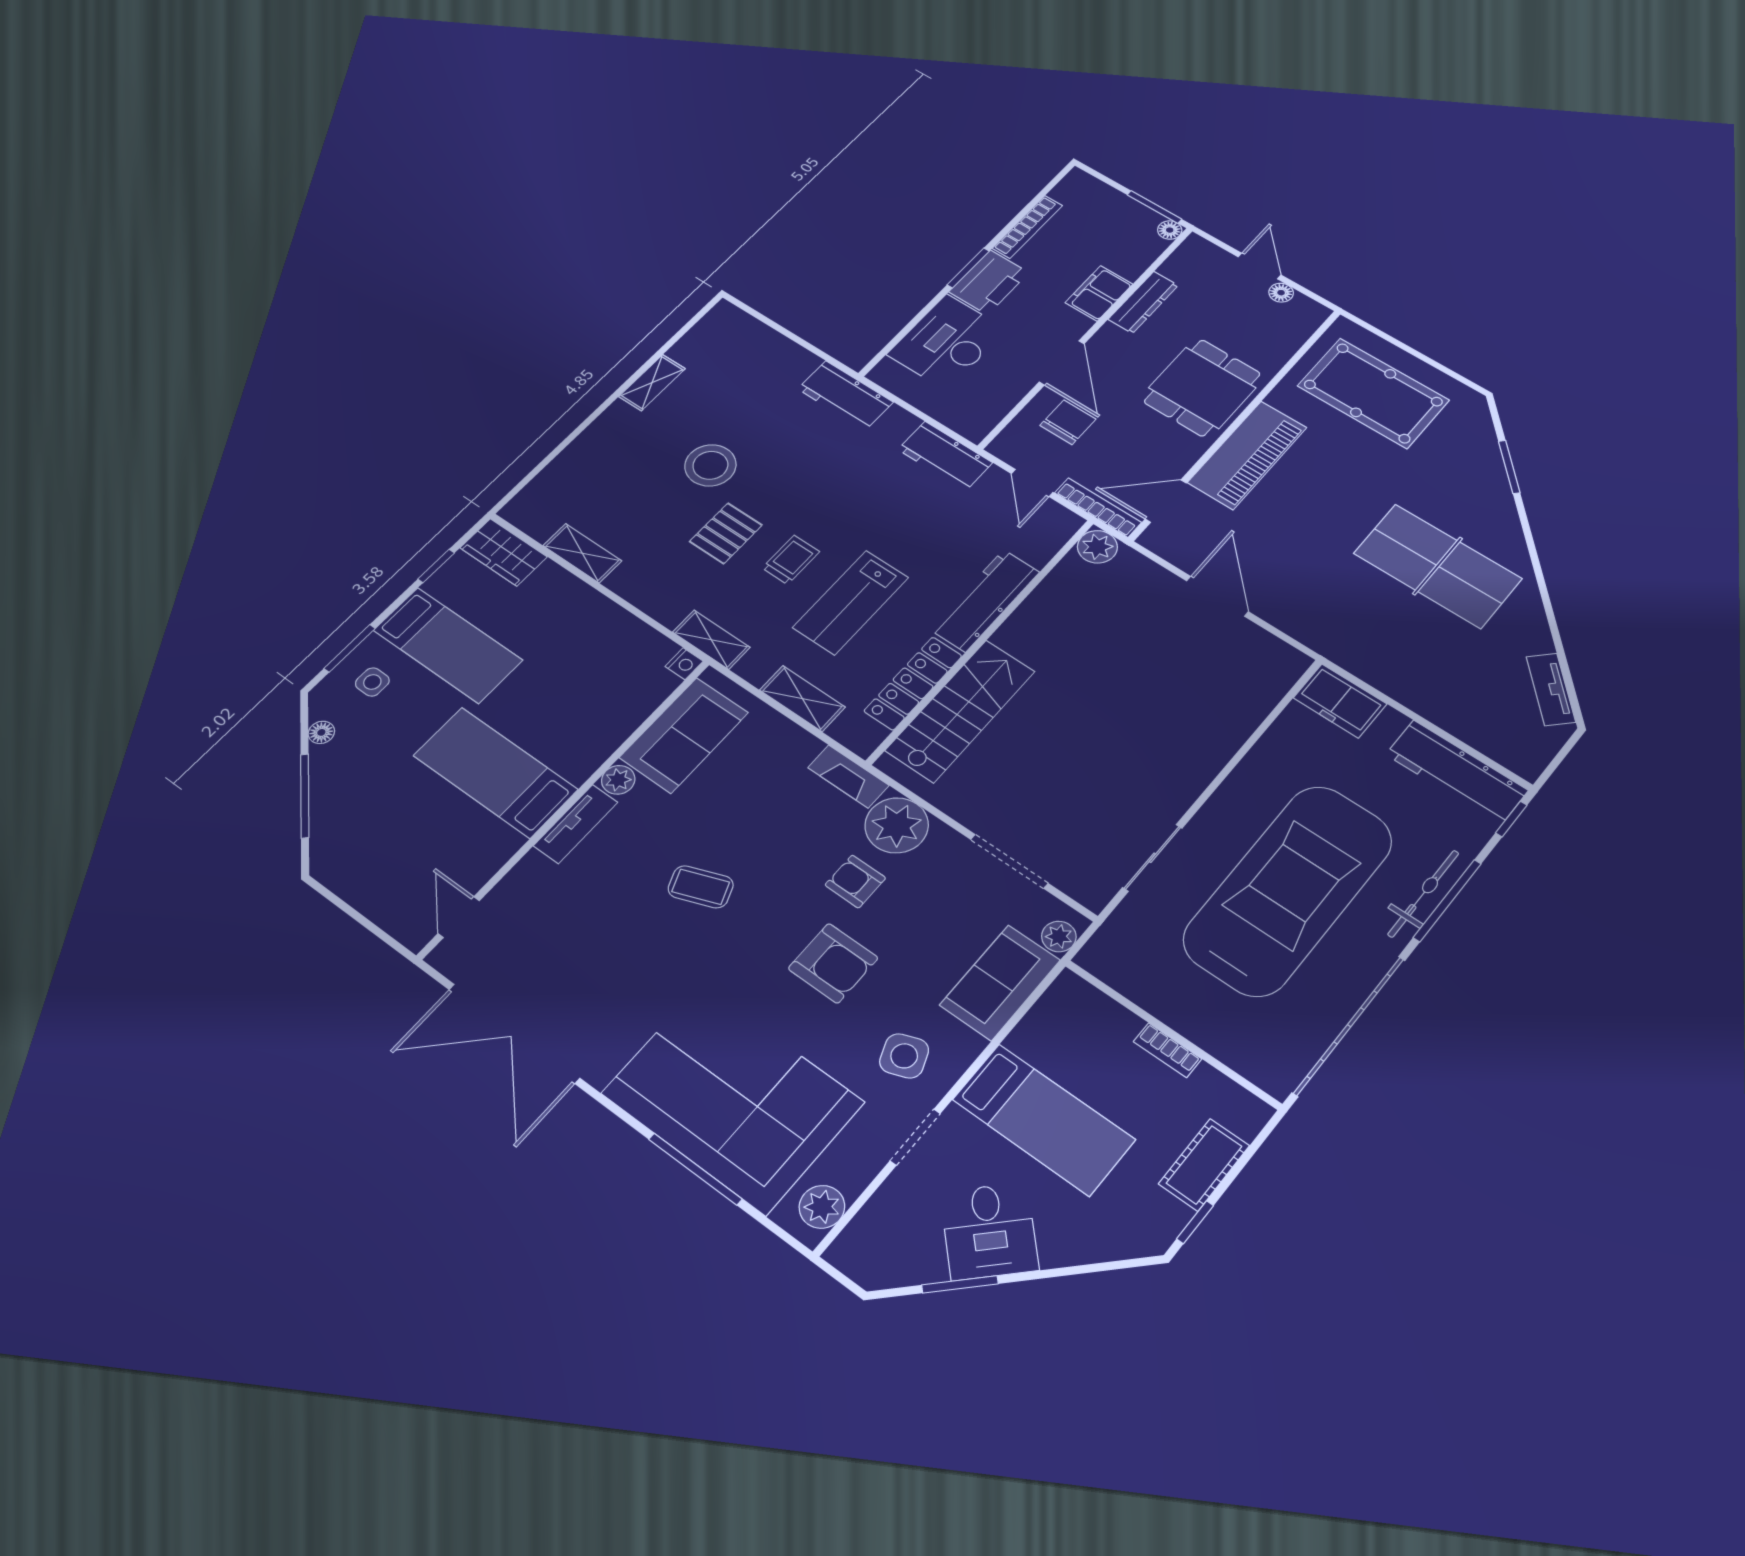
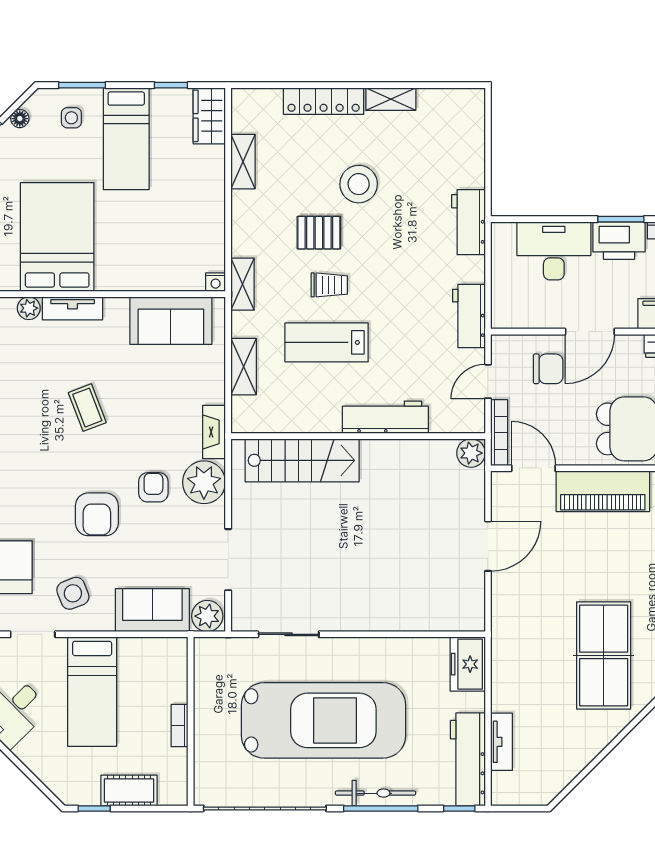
locker: (913, 683) -> (324, 101), moved, turned 180
tv unit: (1551, 689) -> (502, 742), moved, turned 135
bed: (495, 772) -> (57, 237), width x1.50
plant: (618, 780) -> (29, 308), moved
plant: (1059, 936) -> (207, 616), width x1.38, depth x1.38

